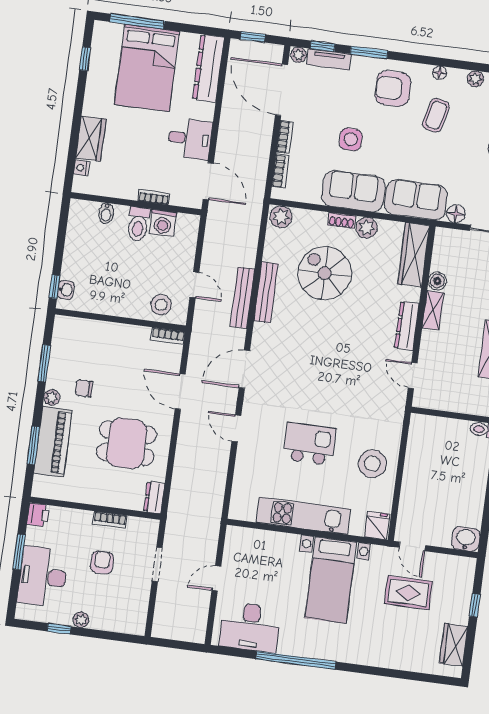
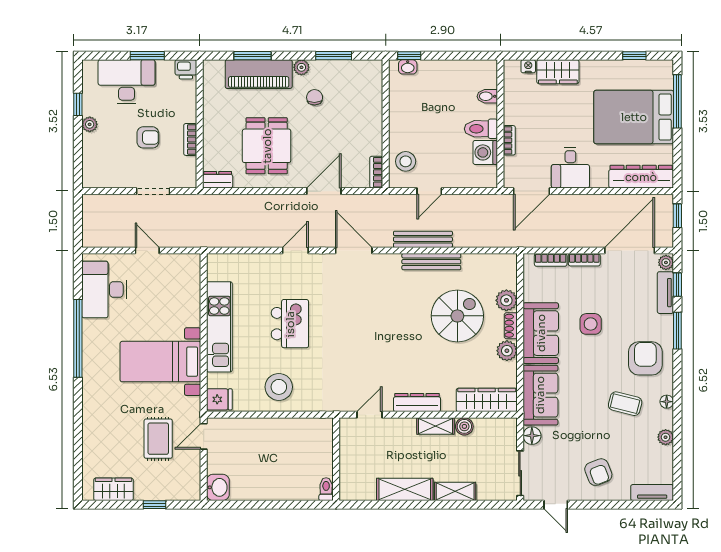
plant: (281, 217) -> (506, 300), moved

